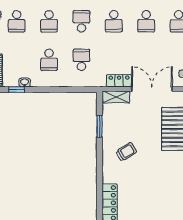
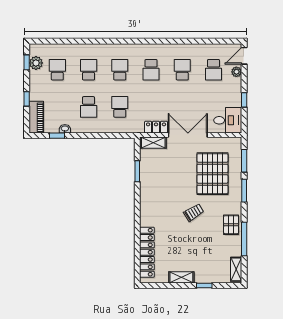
school desk: (17, 21) -> (57, 70), turned 180
school desk: (49, 21) -> (89, 70), turned 180
school desk: (146, 21) -> (182, 70), turned 180
trolley: (126, 152) -> (194, 213), moved

